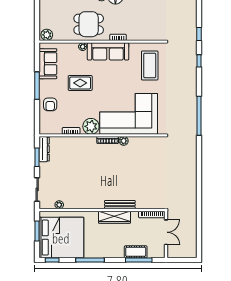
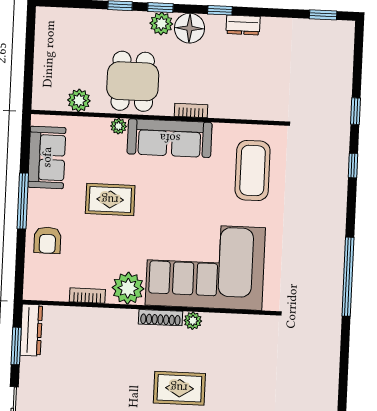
dining table: (89, 24) -> (133, 81), turned 90
plant: (47, 35) -> (79, 100), moved
rug: (119, 174) -> (179, 388), added

